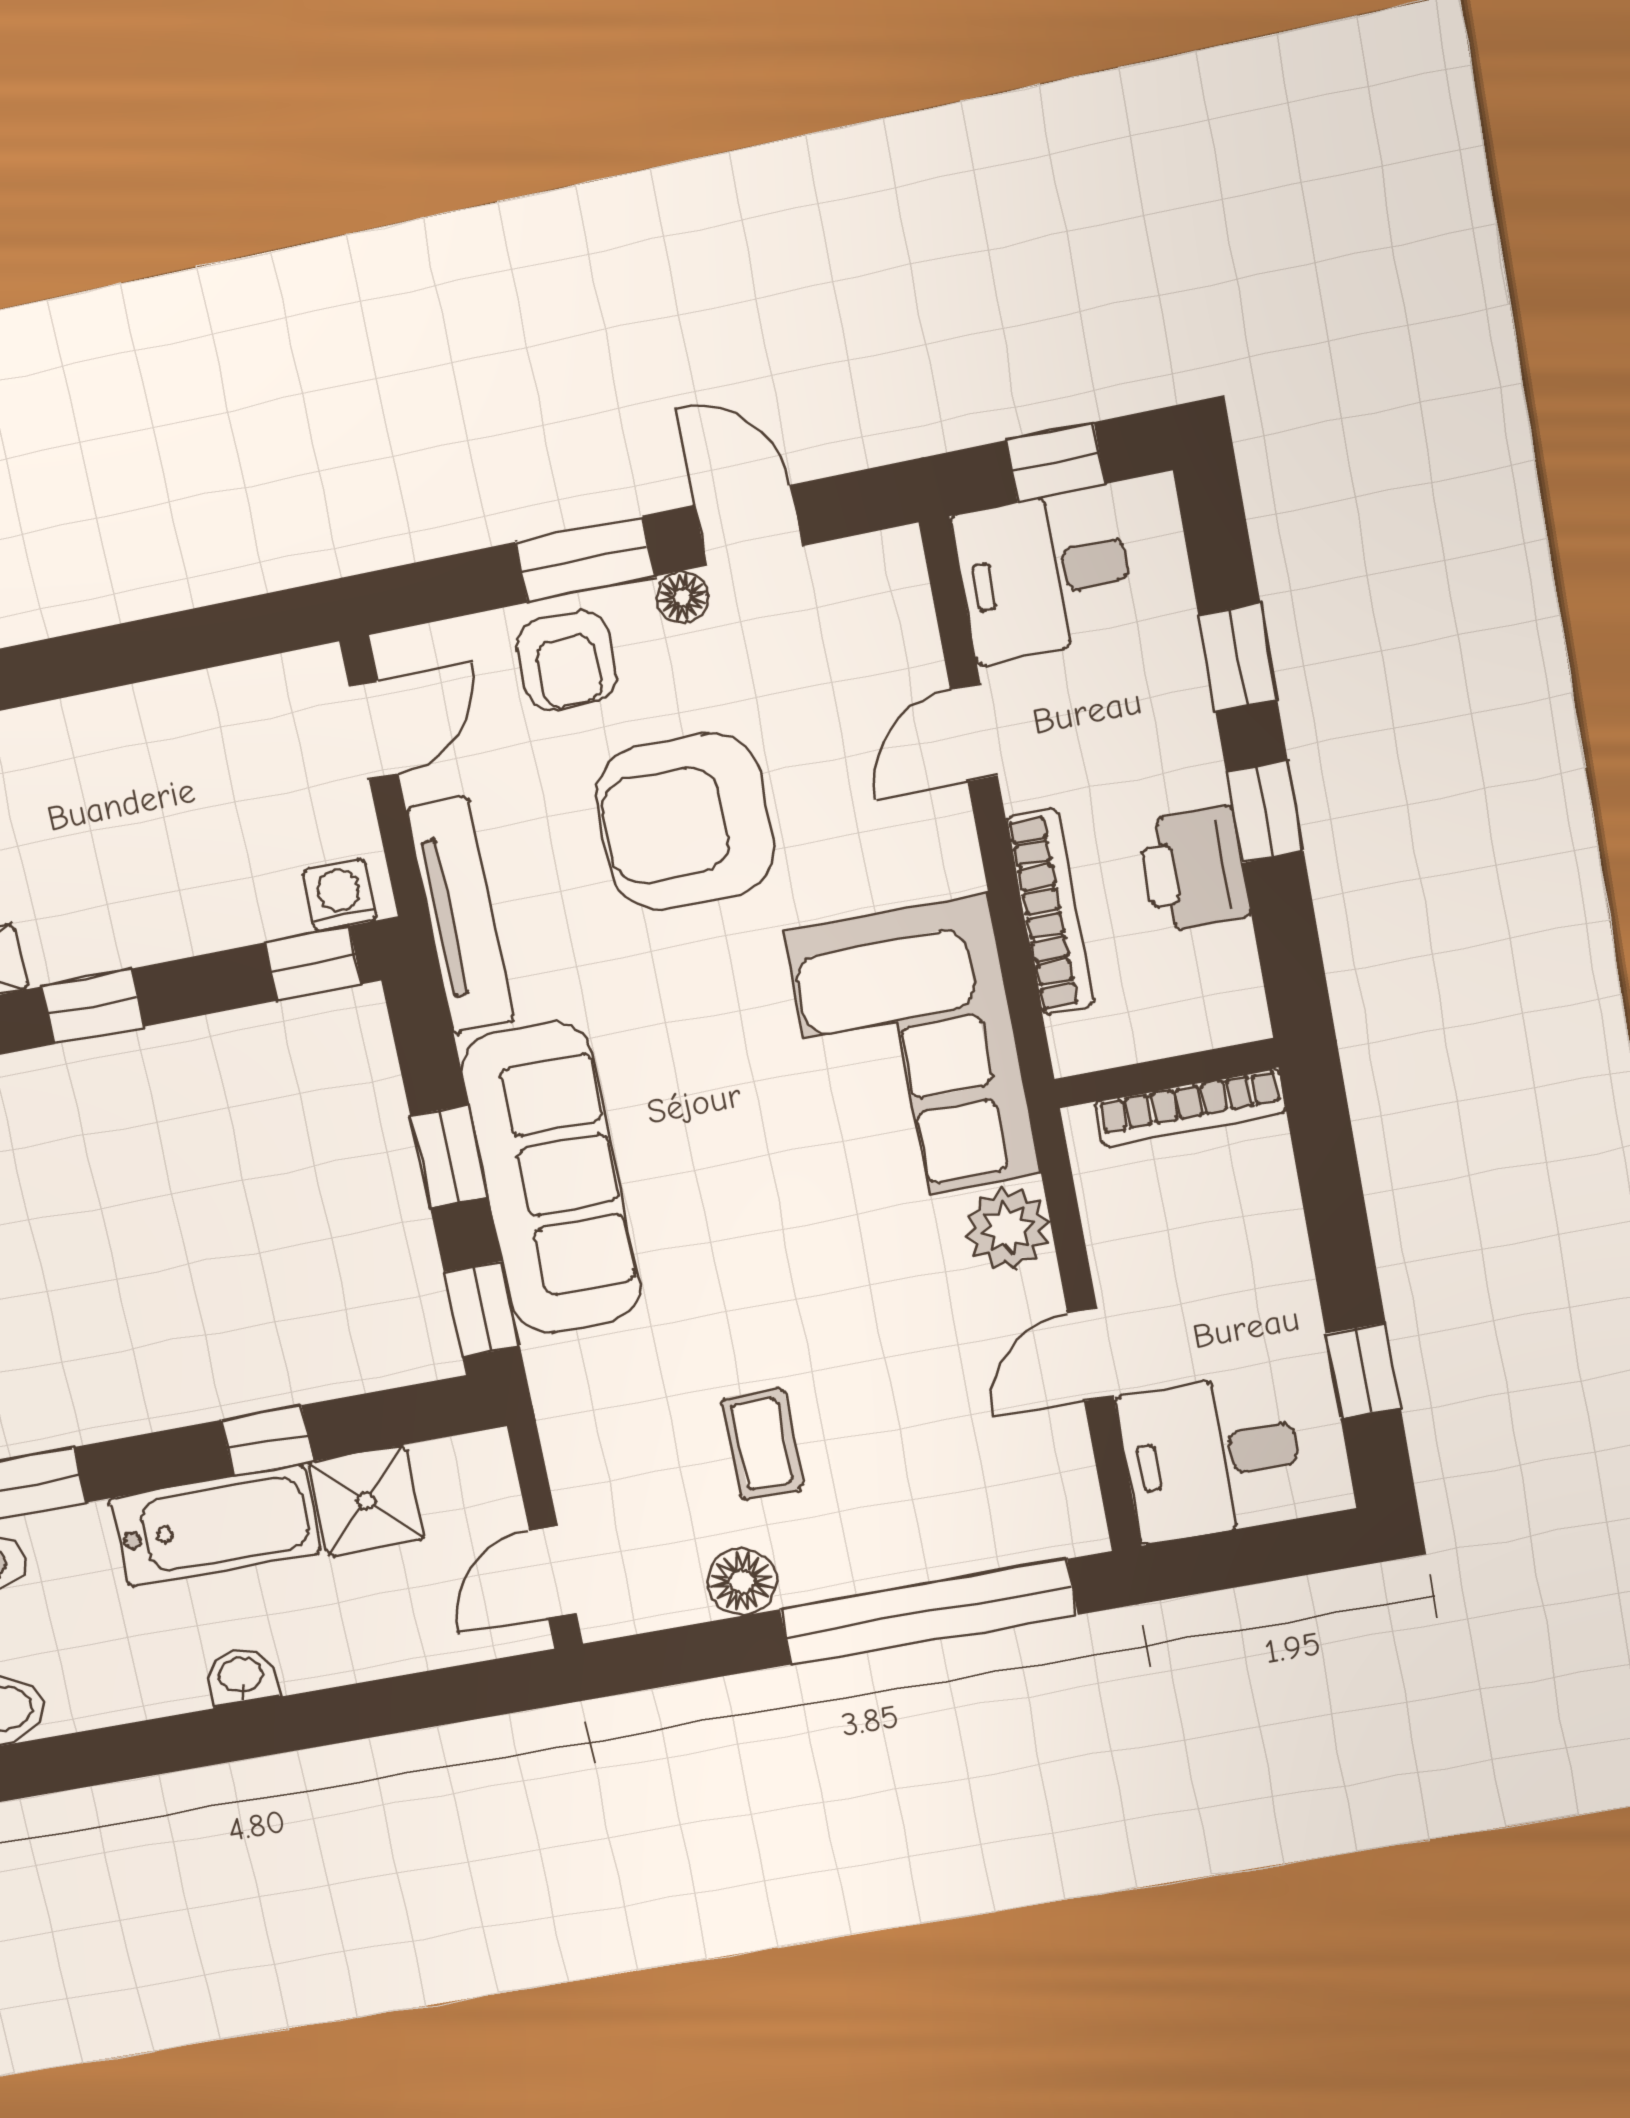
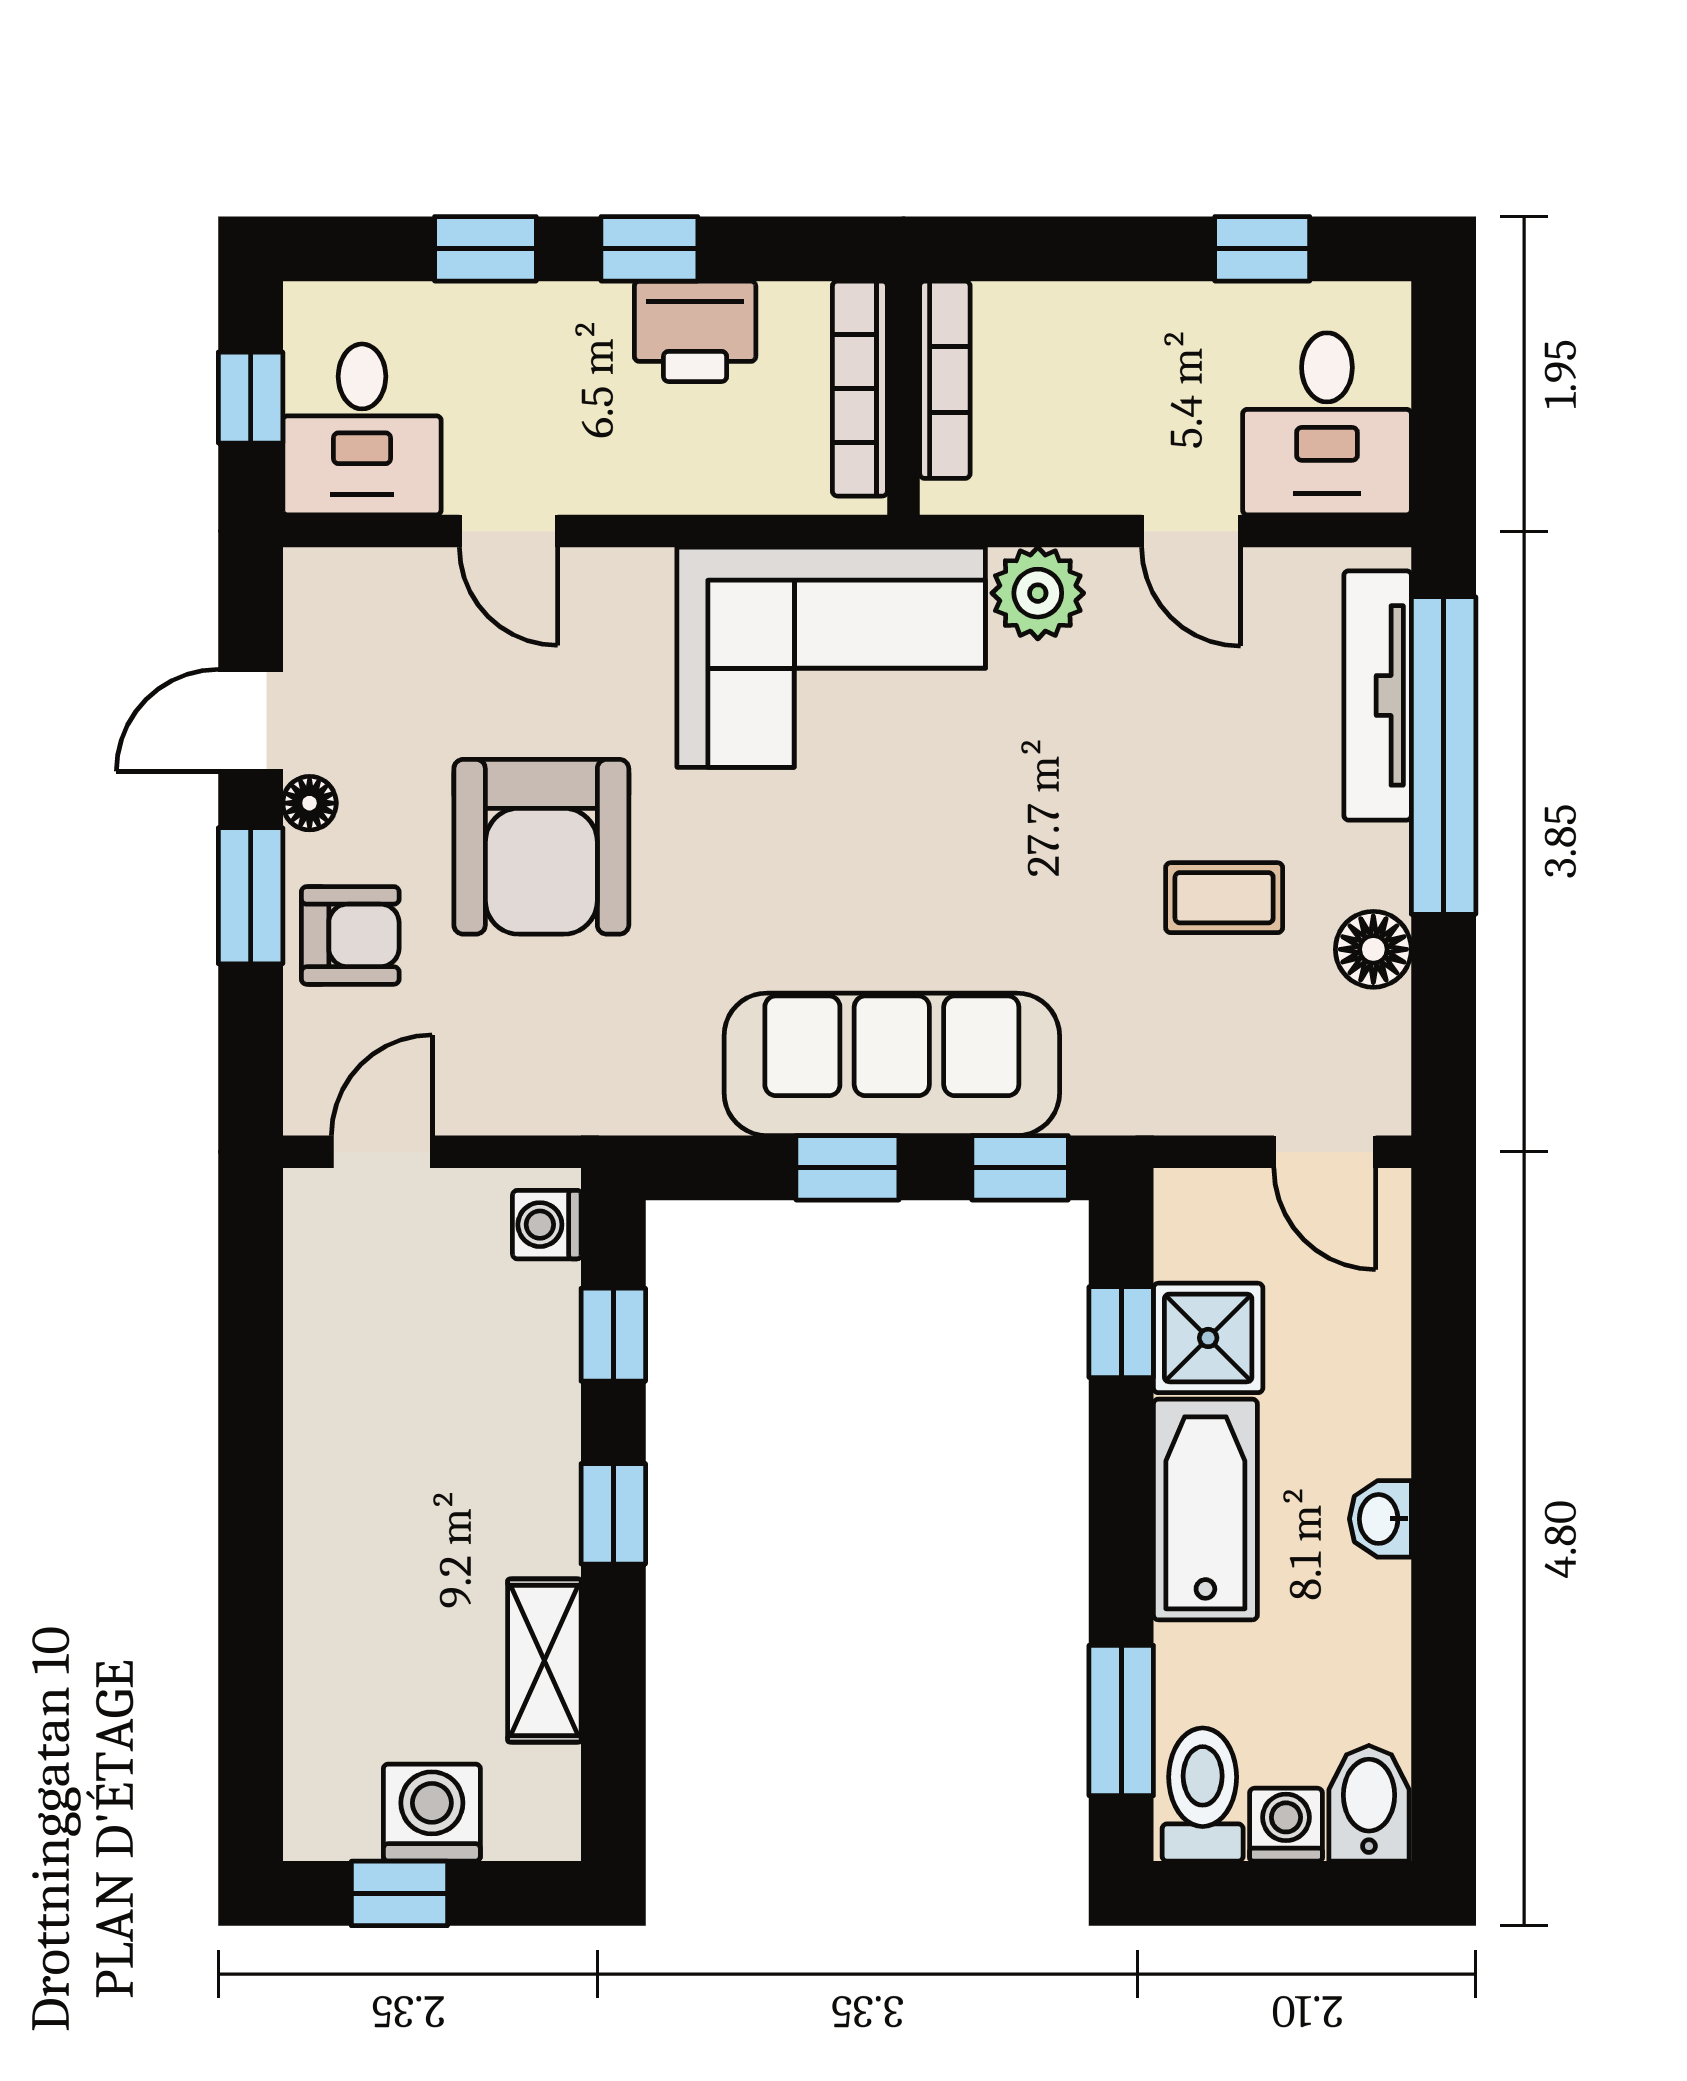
door: (374, 730) -> (382, 1152), hinge flipped
bookcase: (1050, 912) -> (860, 389), moved, turned -90
tv unit: (460, 915) -> (1378, 695), moved, turned -90
window: (313, 963) -> (613, 1335), moved
window: (267, 1441) -> (1121, 1332), moved

